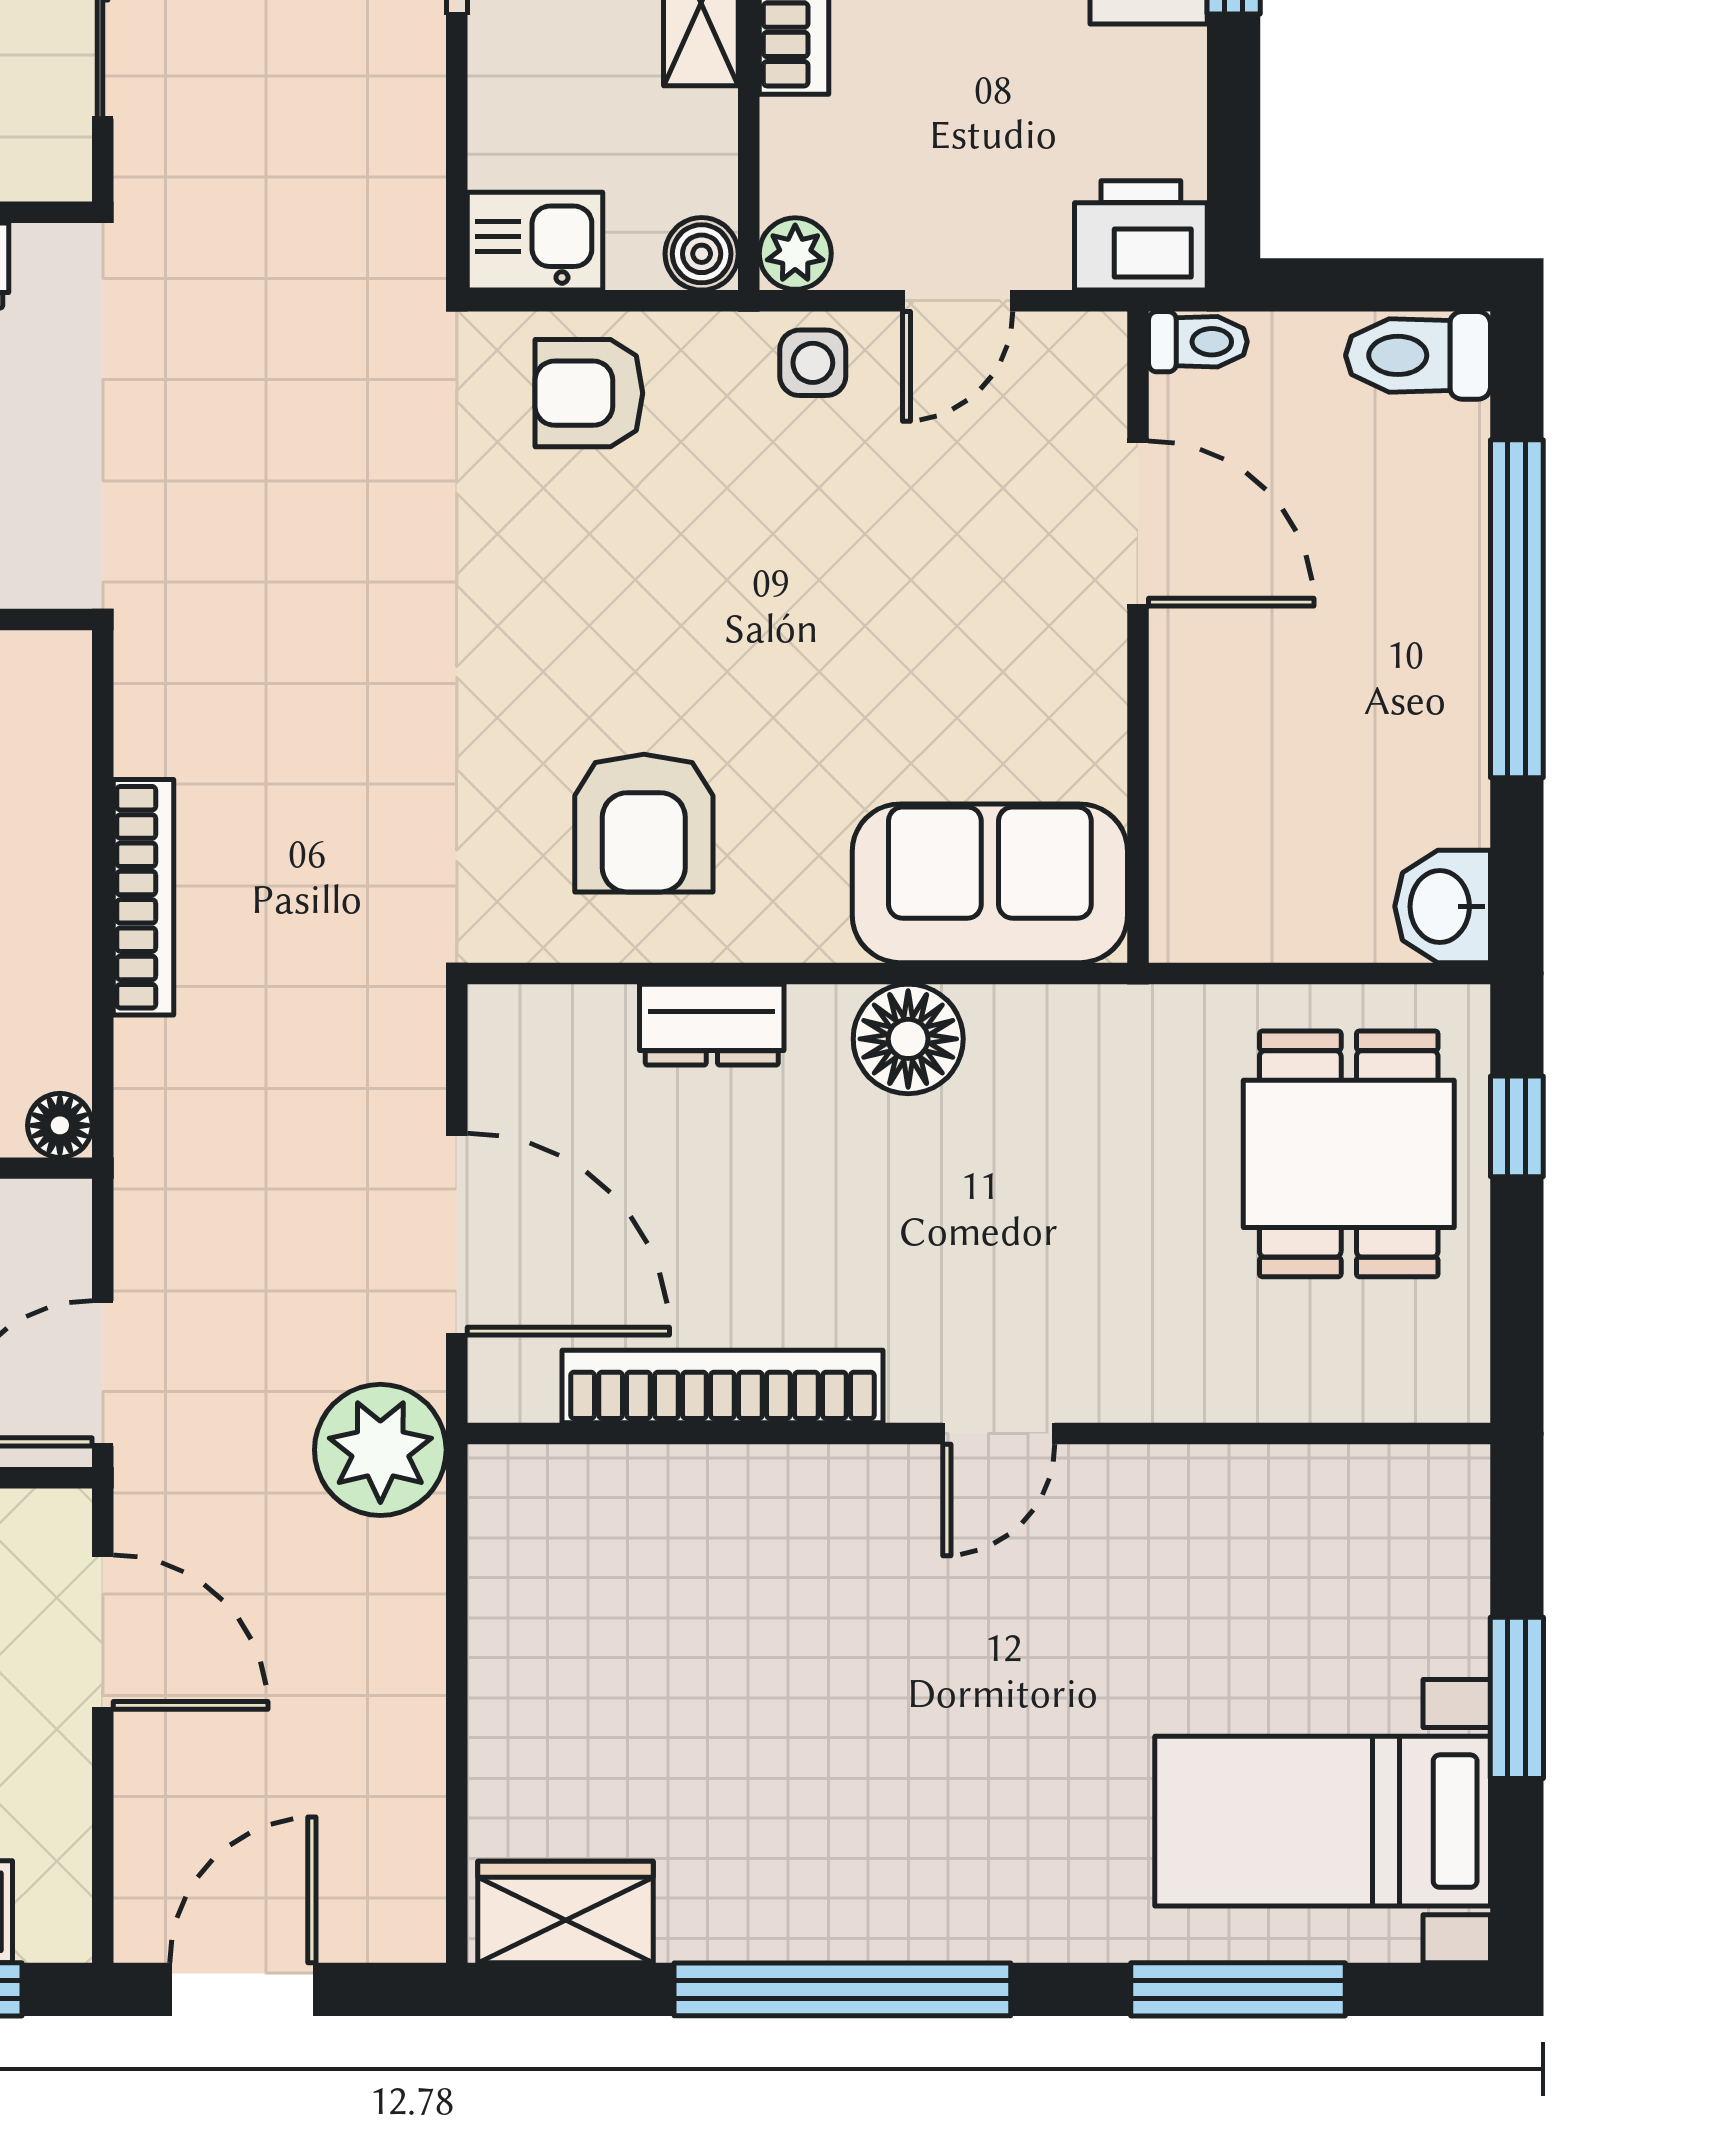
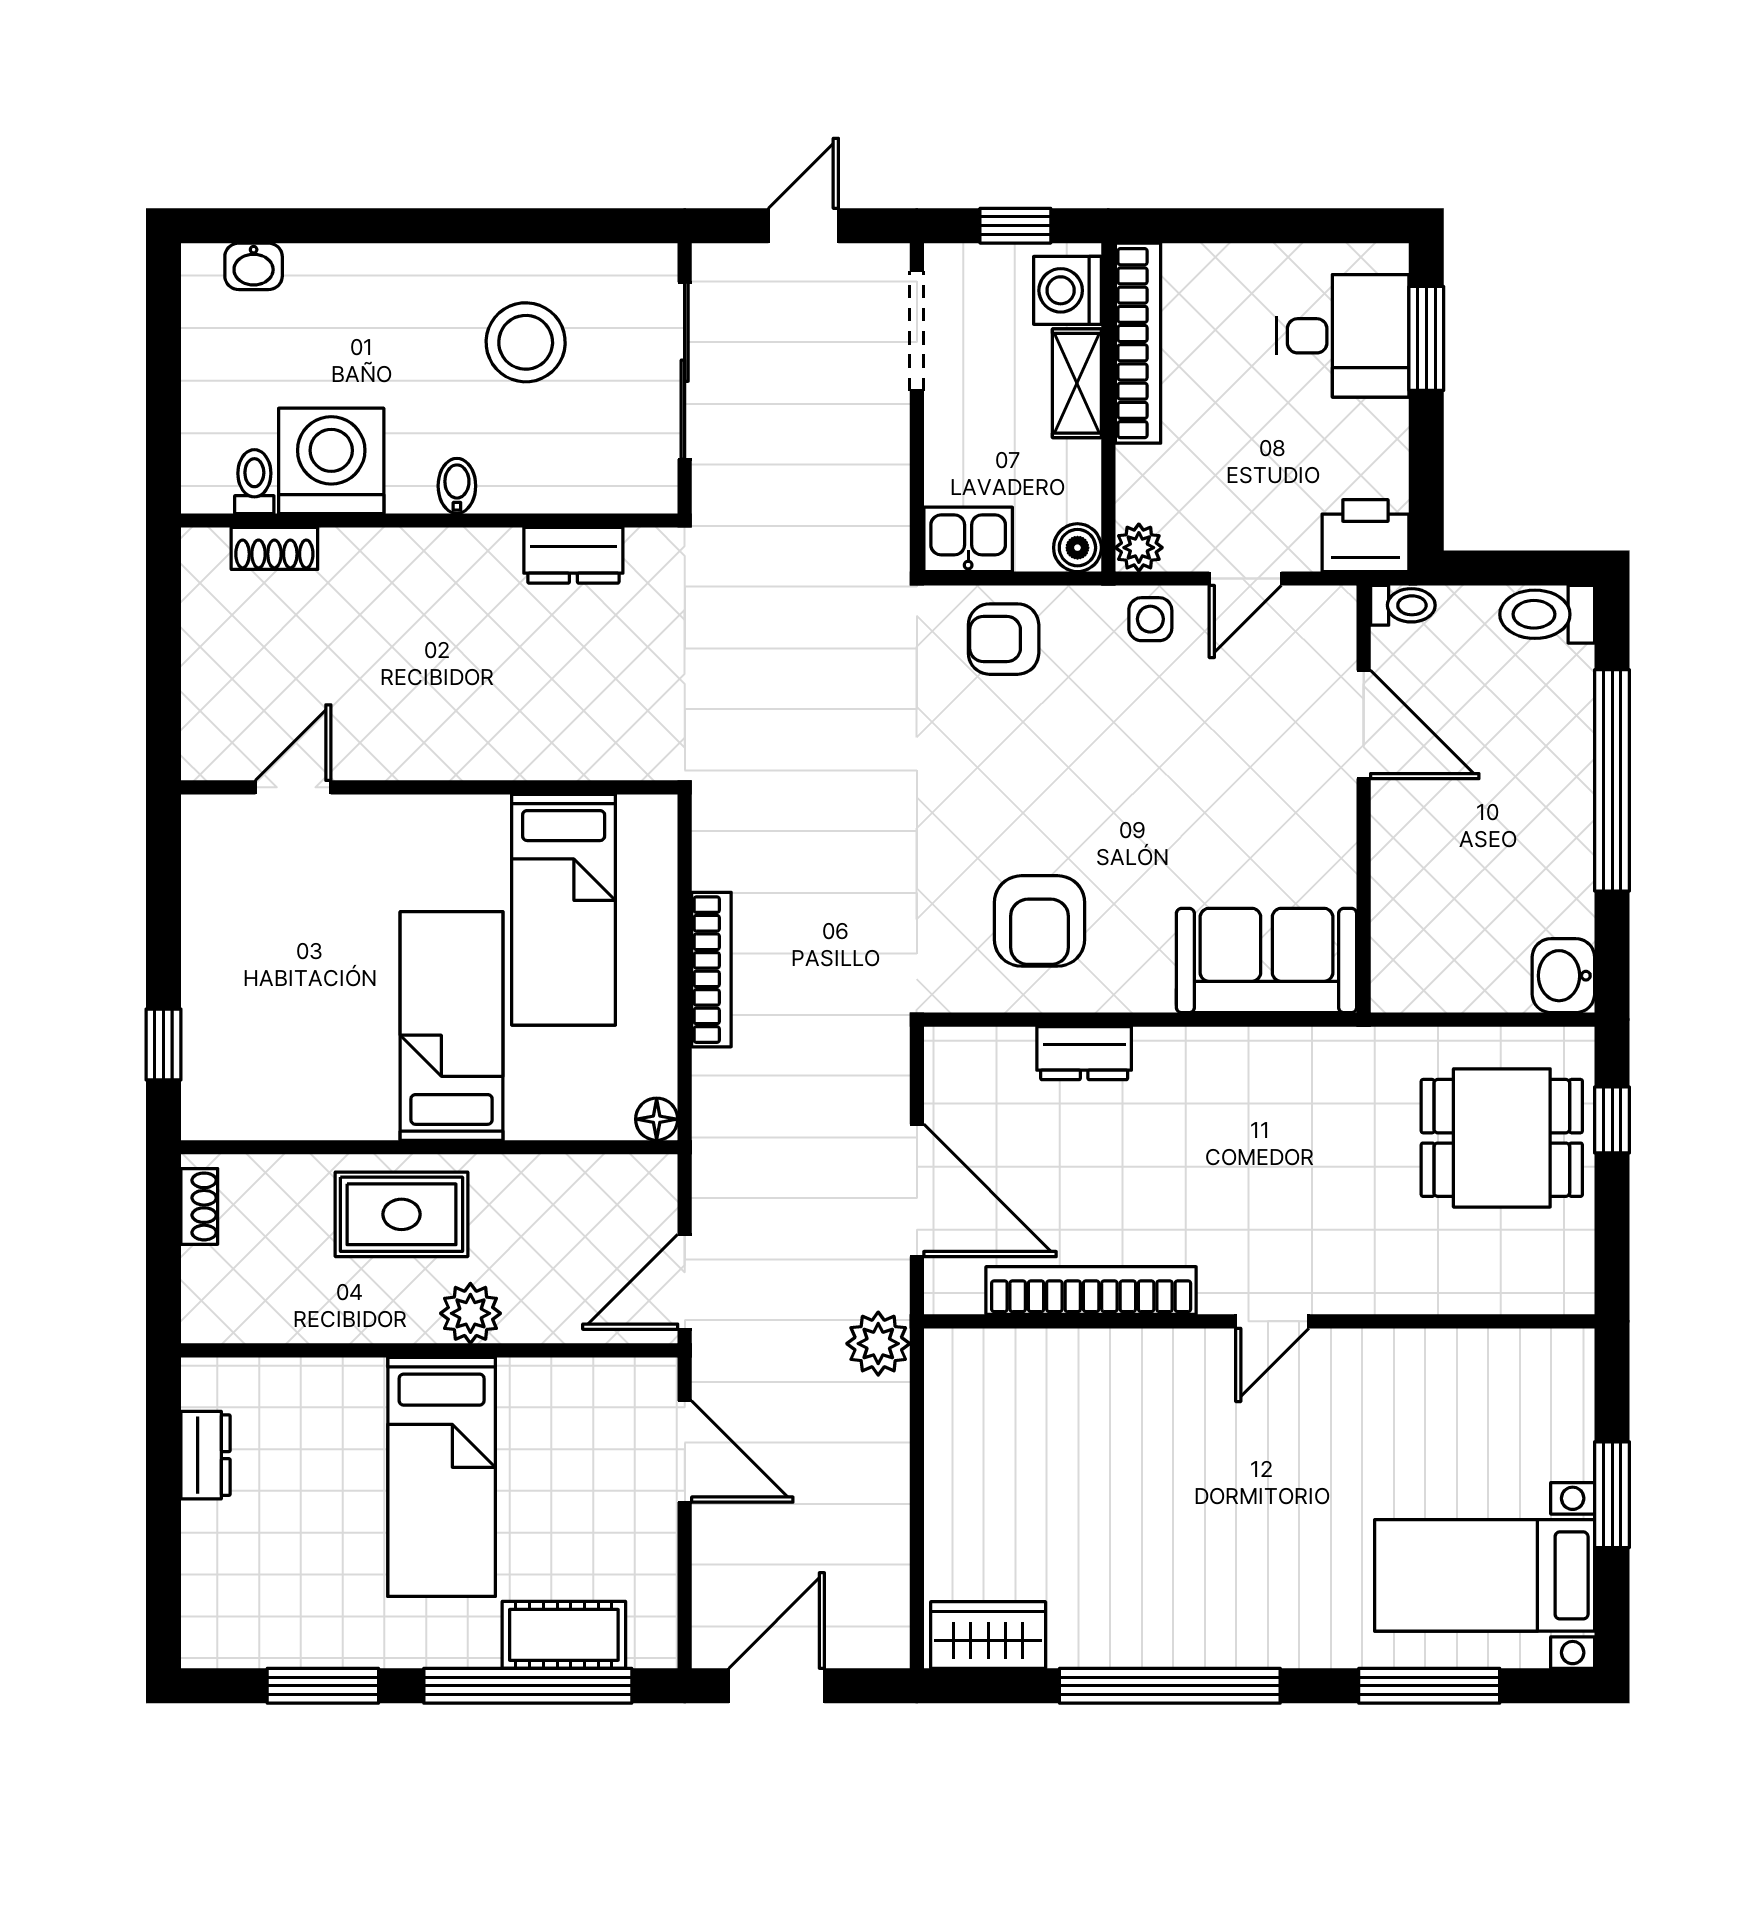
floor lamp: (908, 1039) -> (1213, 1063), removed
dining table: (1349, 1154) -> (1502, 1138), turned 90
plant: (380, 1450) -> (878, 1344), width x0.73, depth x0.73

